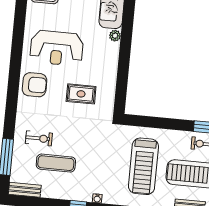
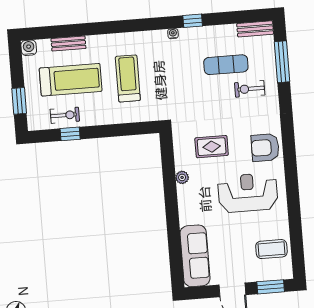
plant: (115, 36) -> (182, 177), moved
treadmill: (143, 166) -> (128, 78), width x0.73, depth x0.73

